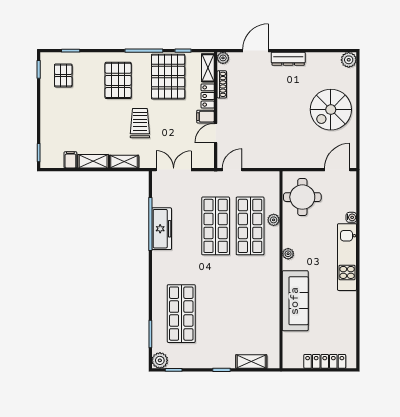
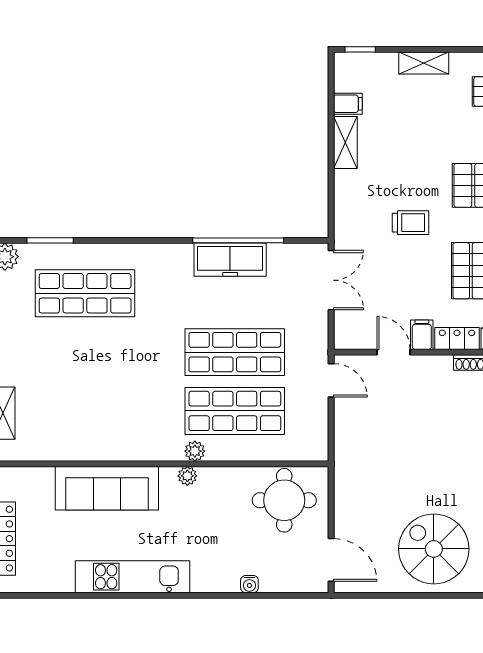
trolley: (140, 123) -> (411, 223), width x0.73, depth x0.72
shelving: (124, 162) -> (424, 63), moved, turned 90
plant: (274, 220) -> (195, 451), moved
kitchen unit: (347, 257) -> (132, 577), moved

